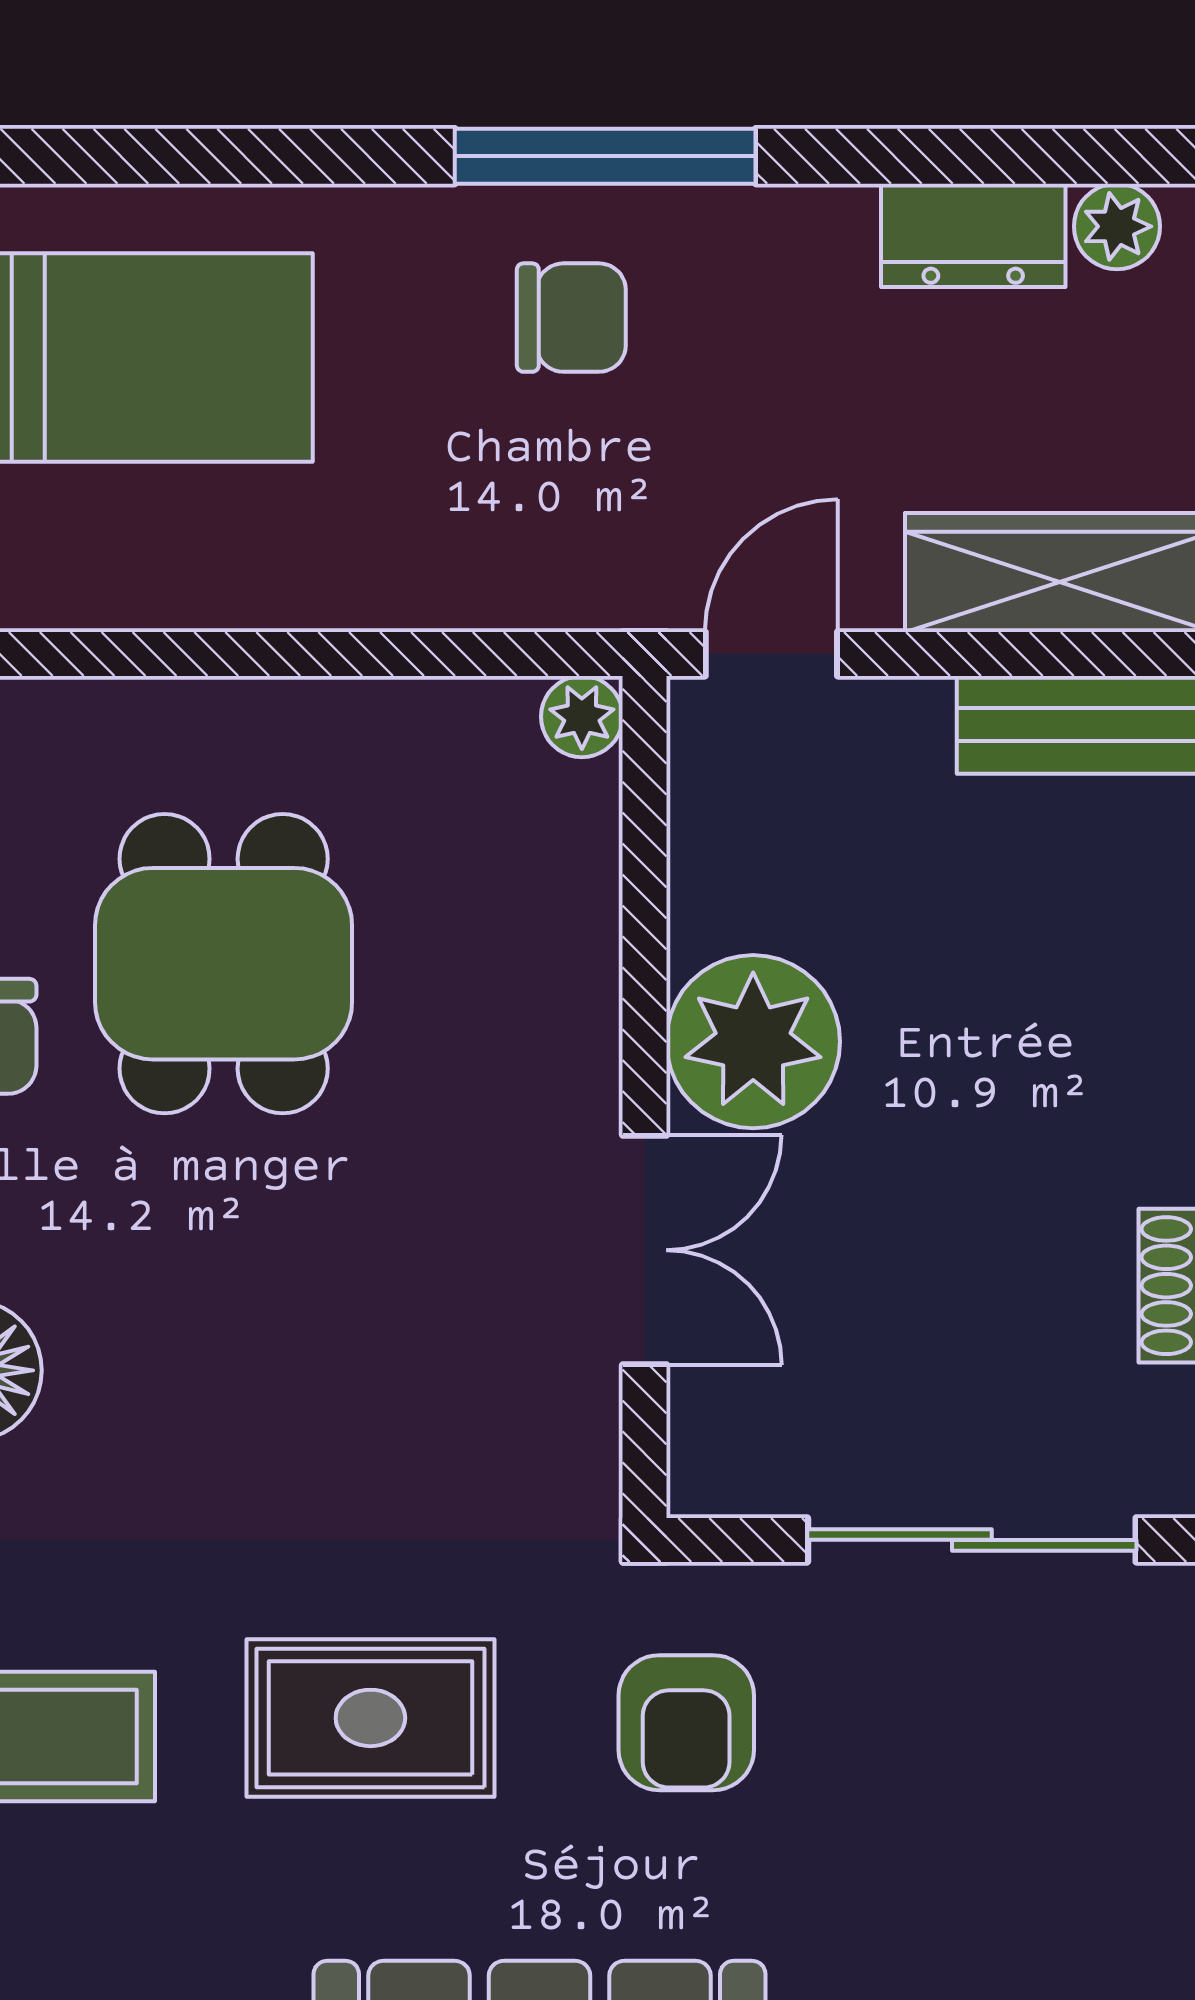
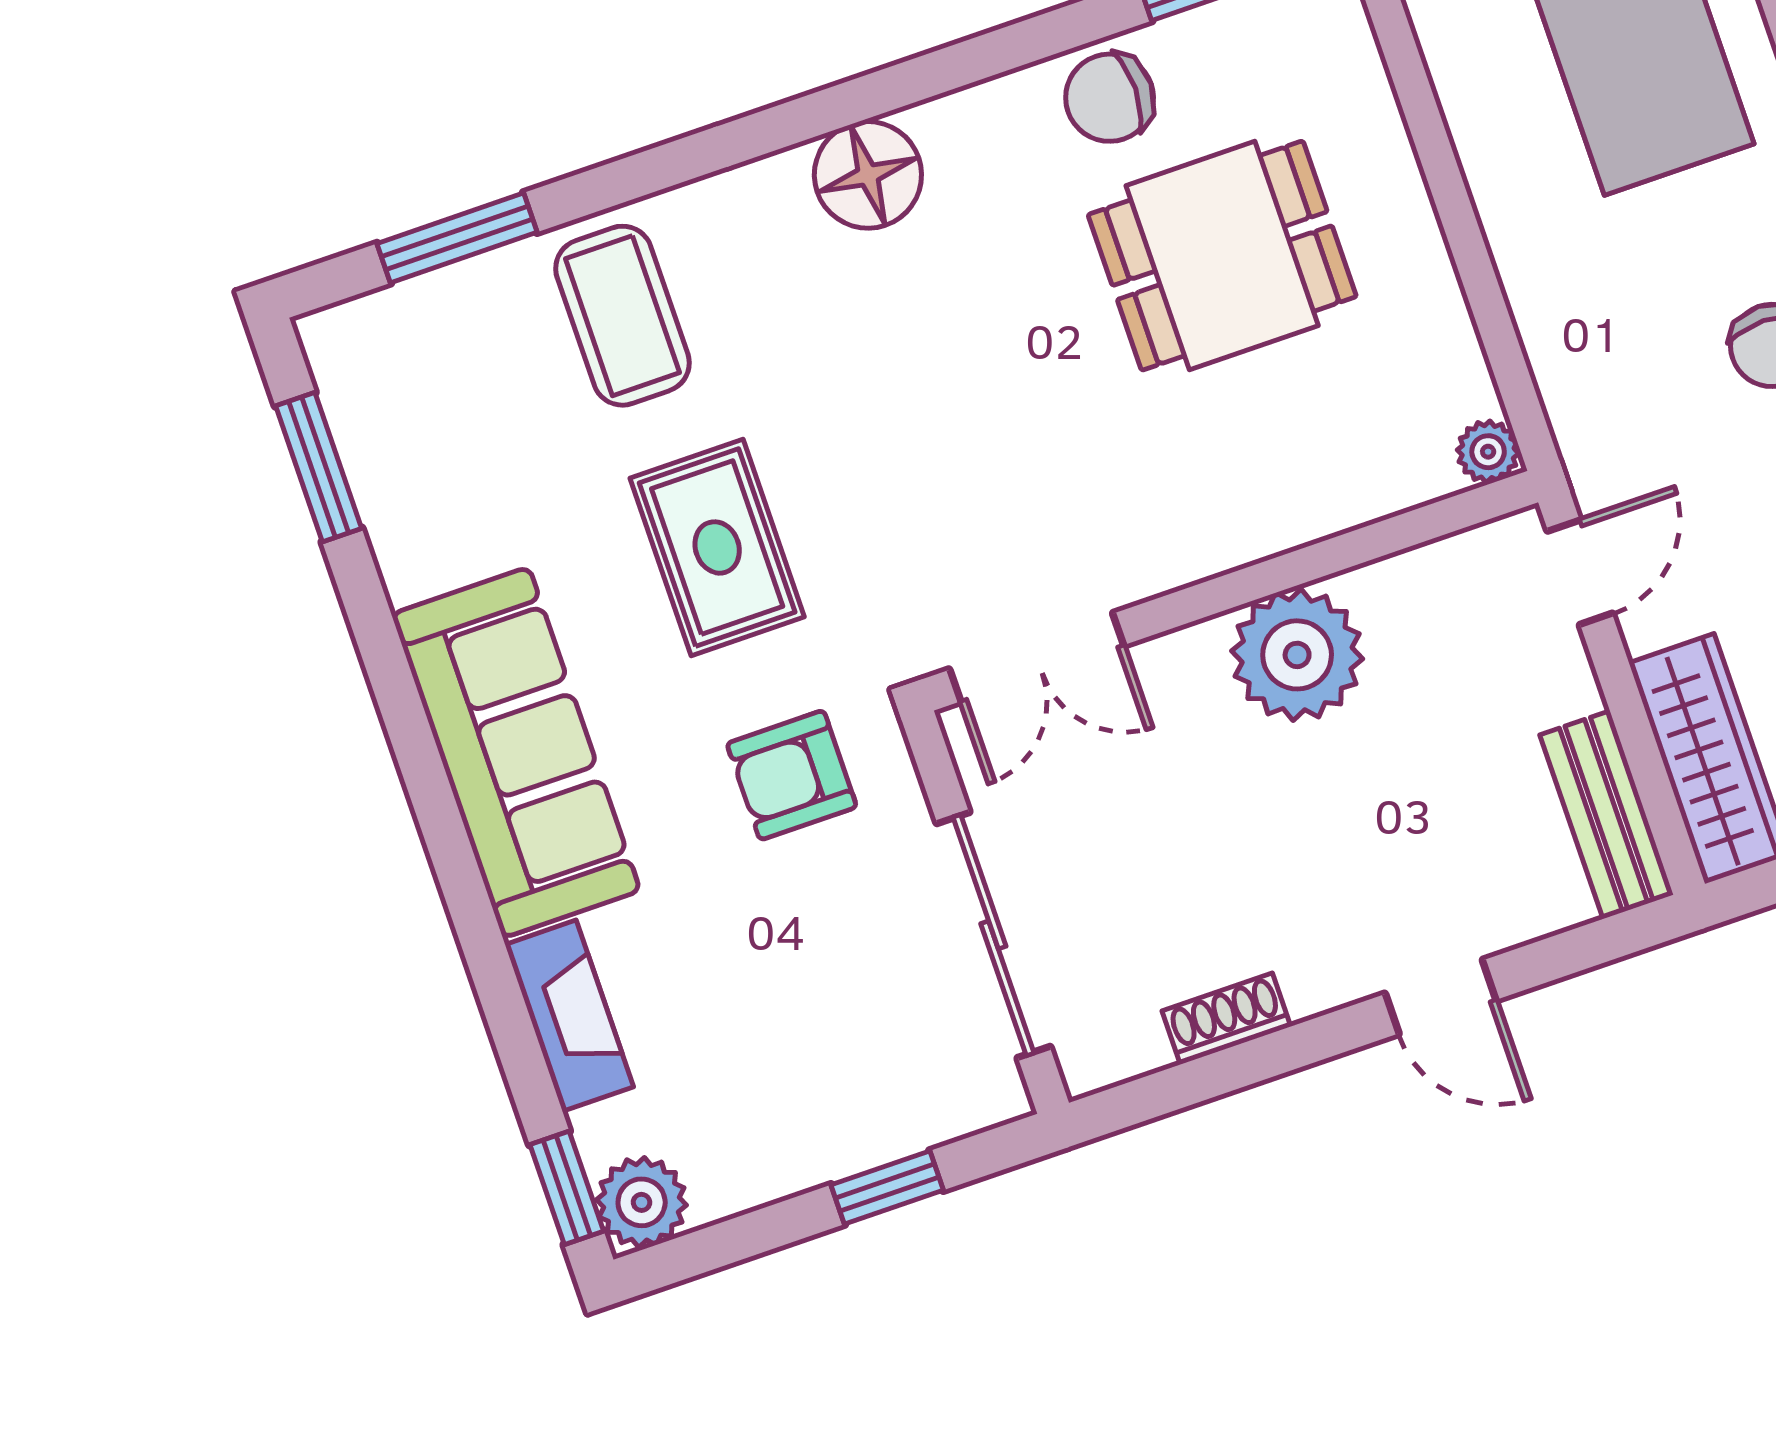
door: (771, 654) -> (1580, 572), hinge flipped
double door: (645, 1250) -> (1037, 657), moved

